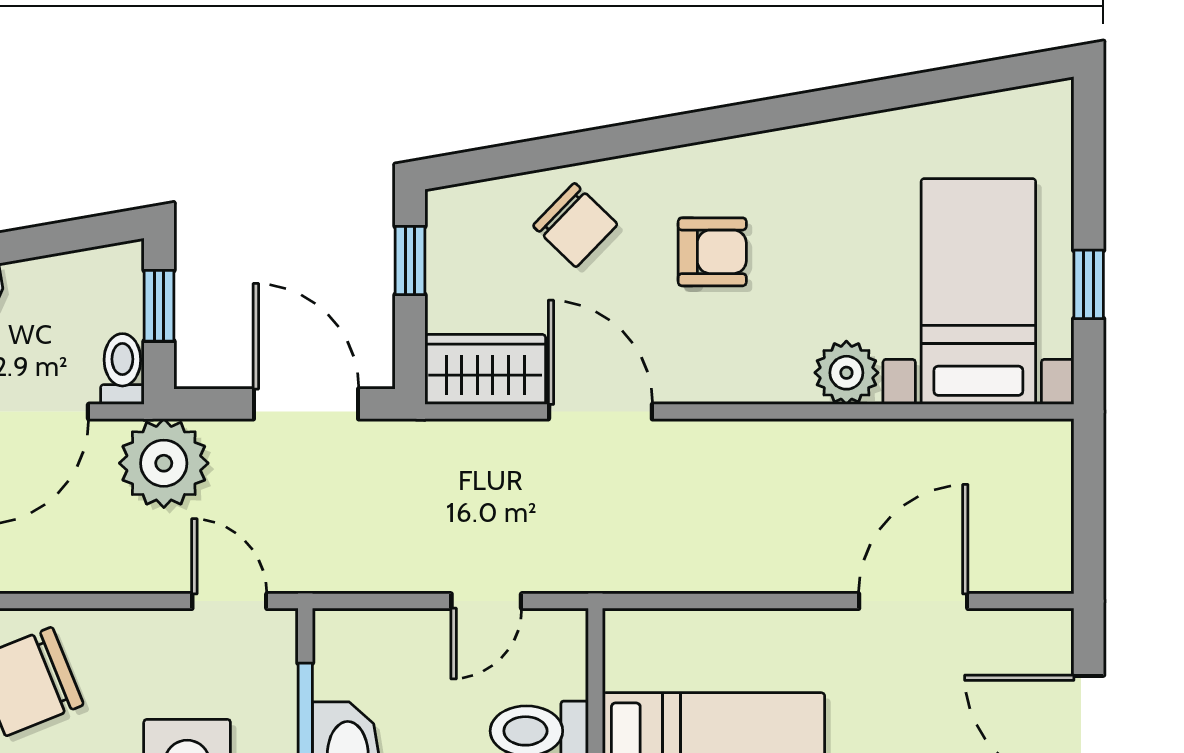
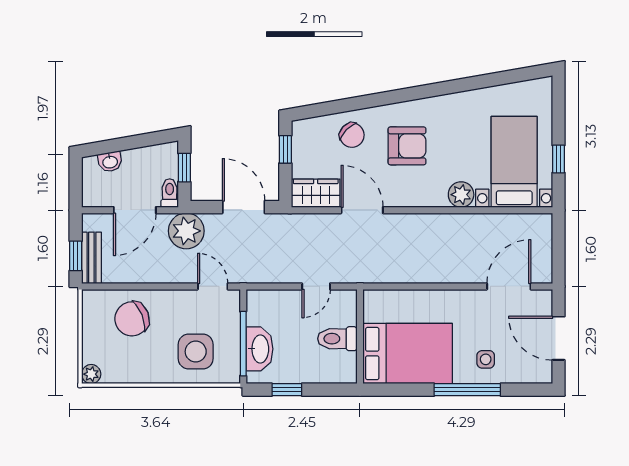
armchair: (712, 252) -> (407, 146), width x1.38, depth x1.38
door: (913, 601) -> (509, 286), moved

